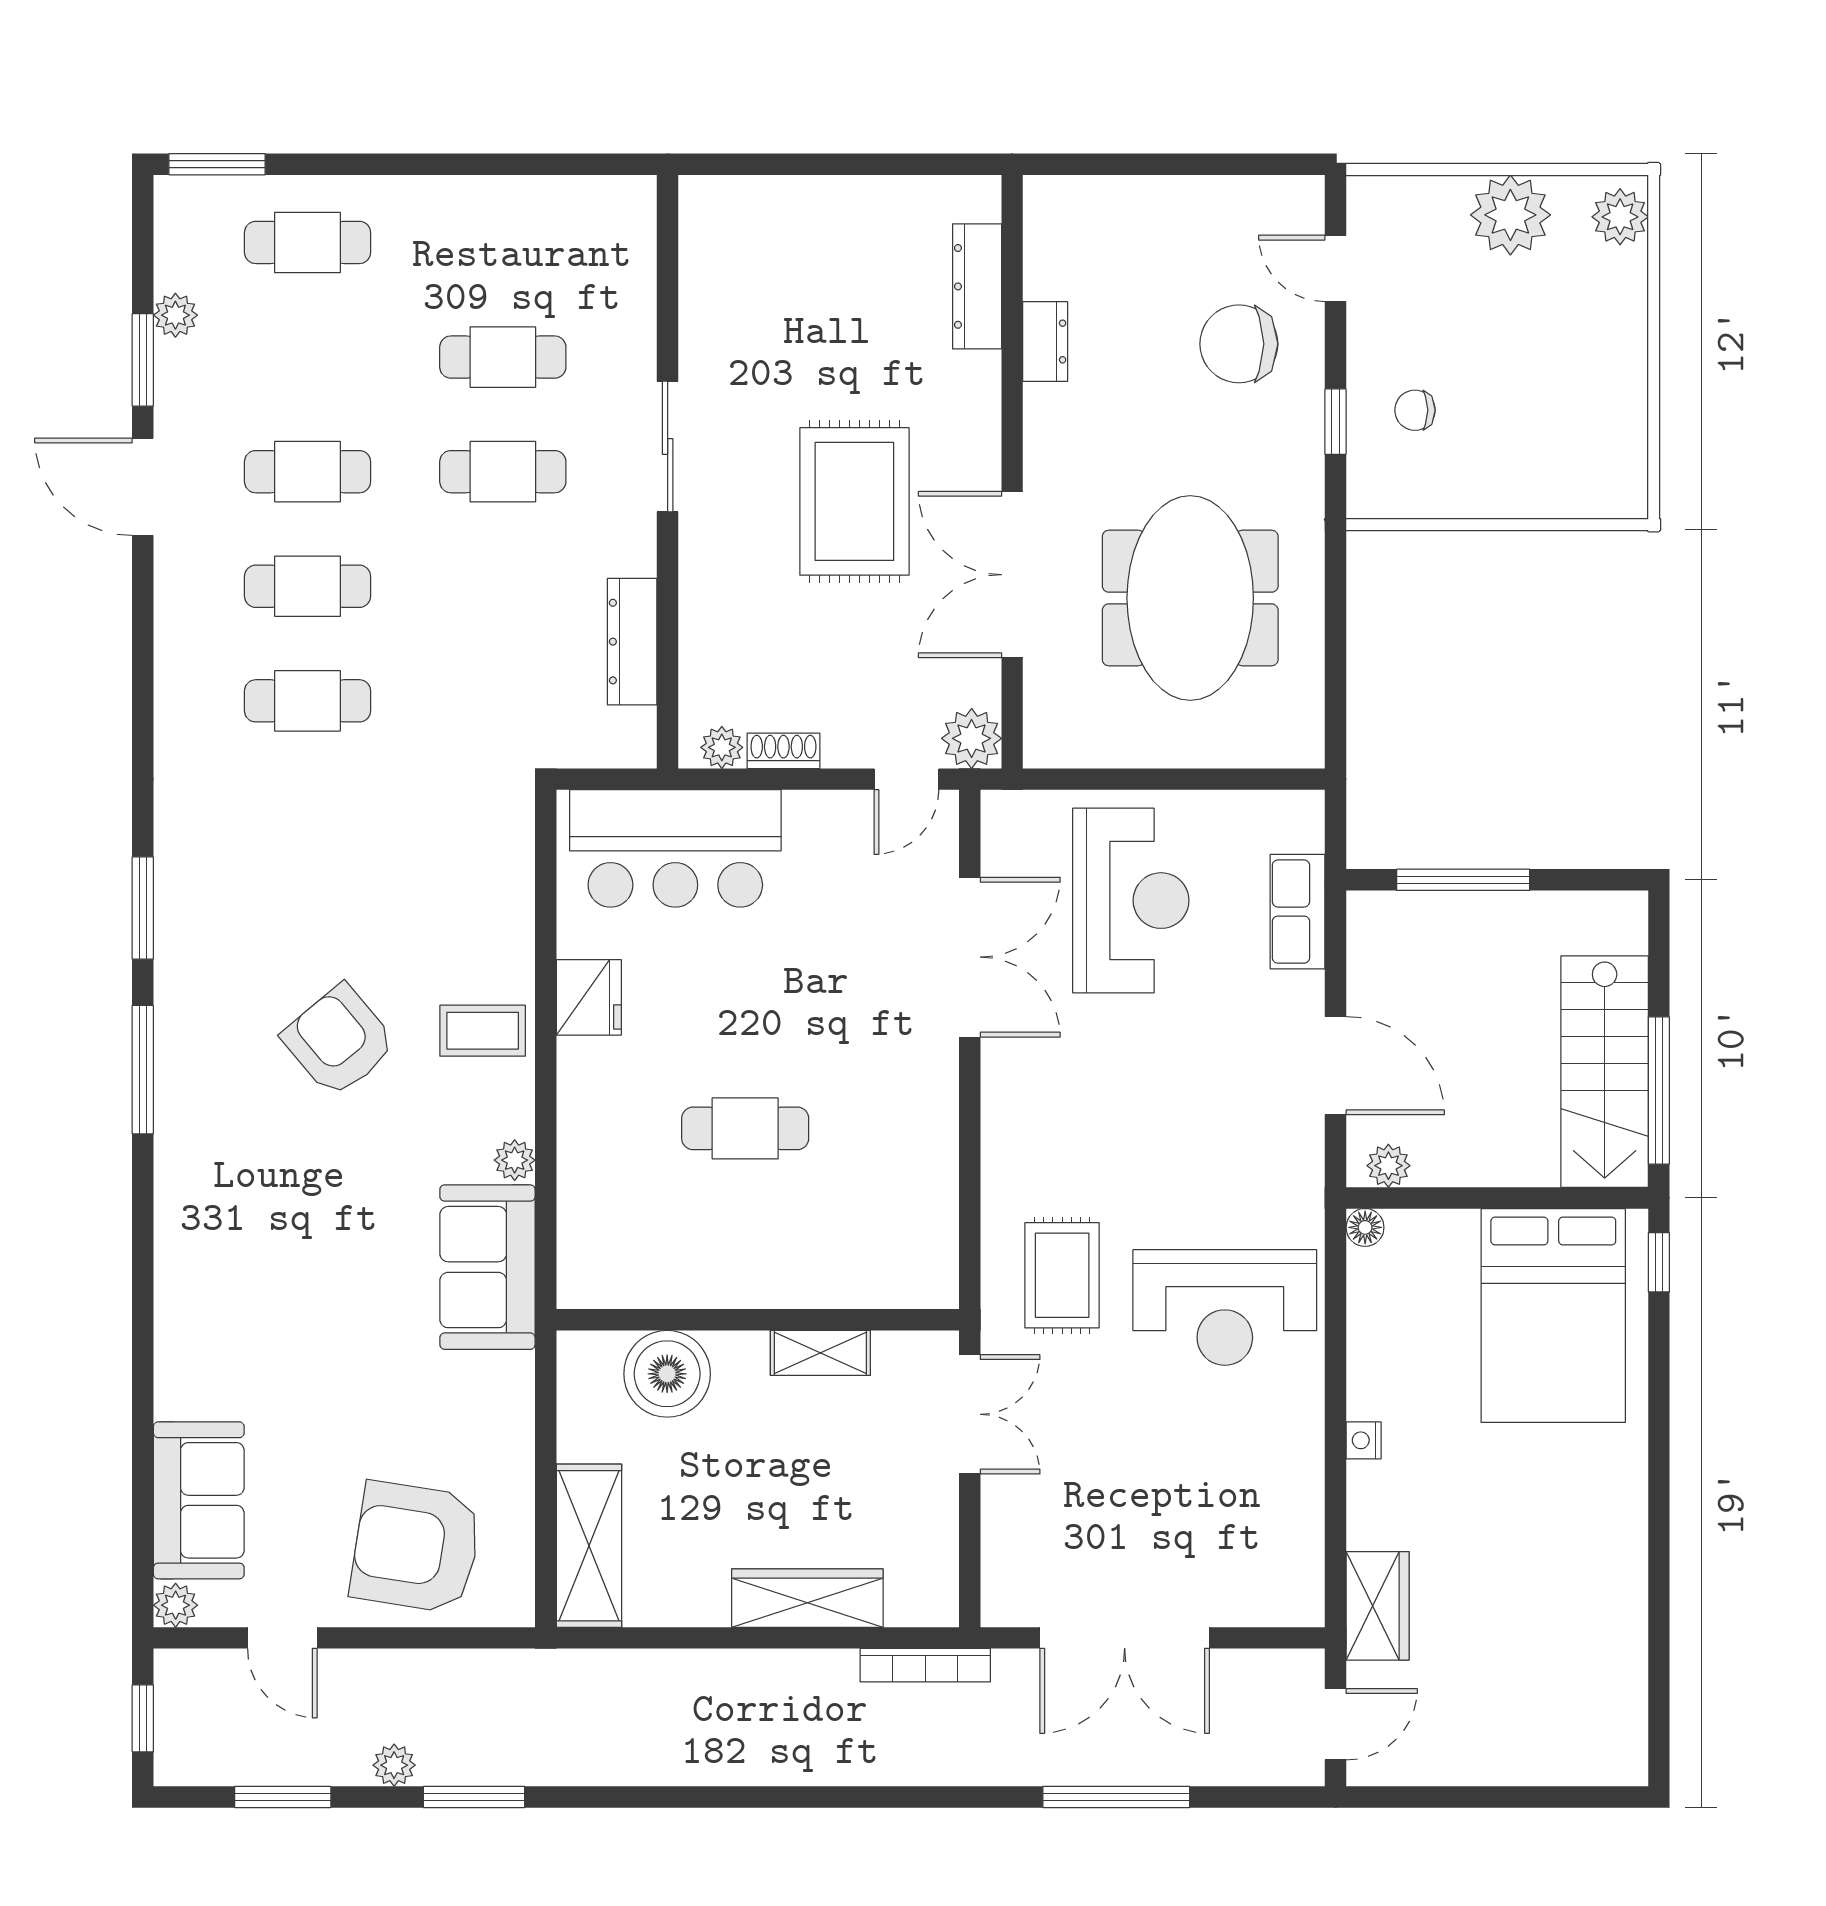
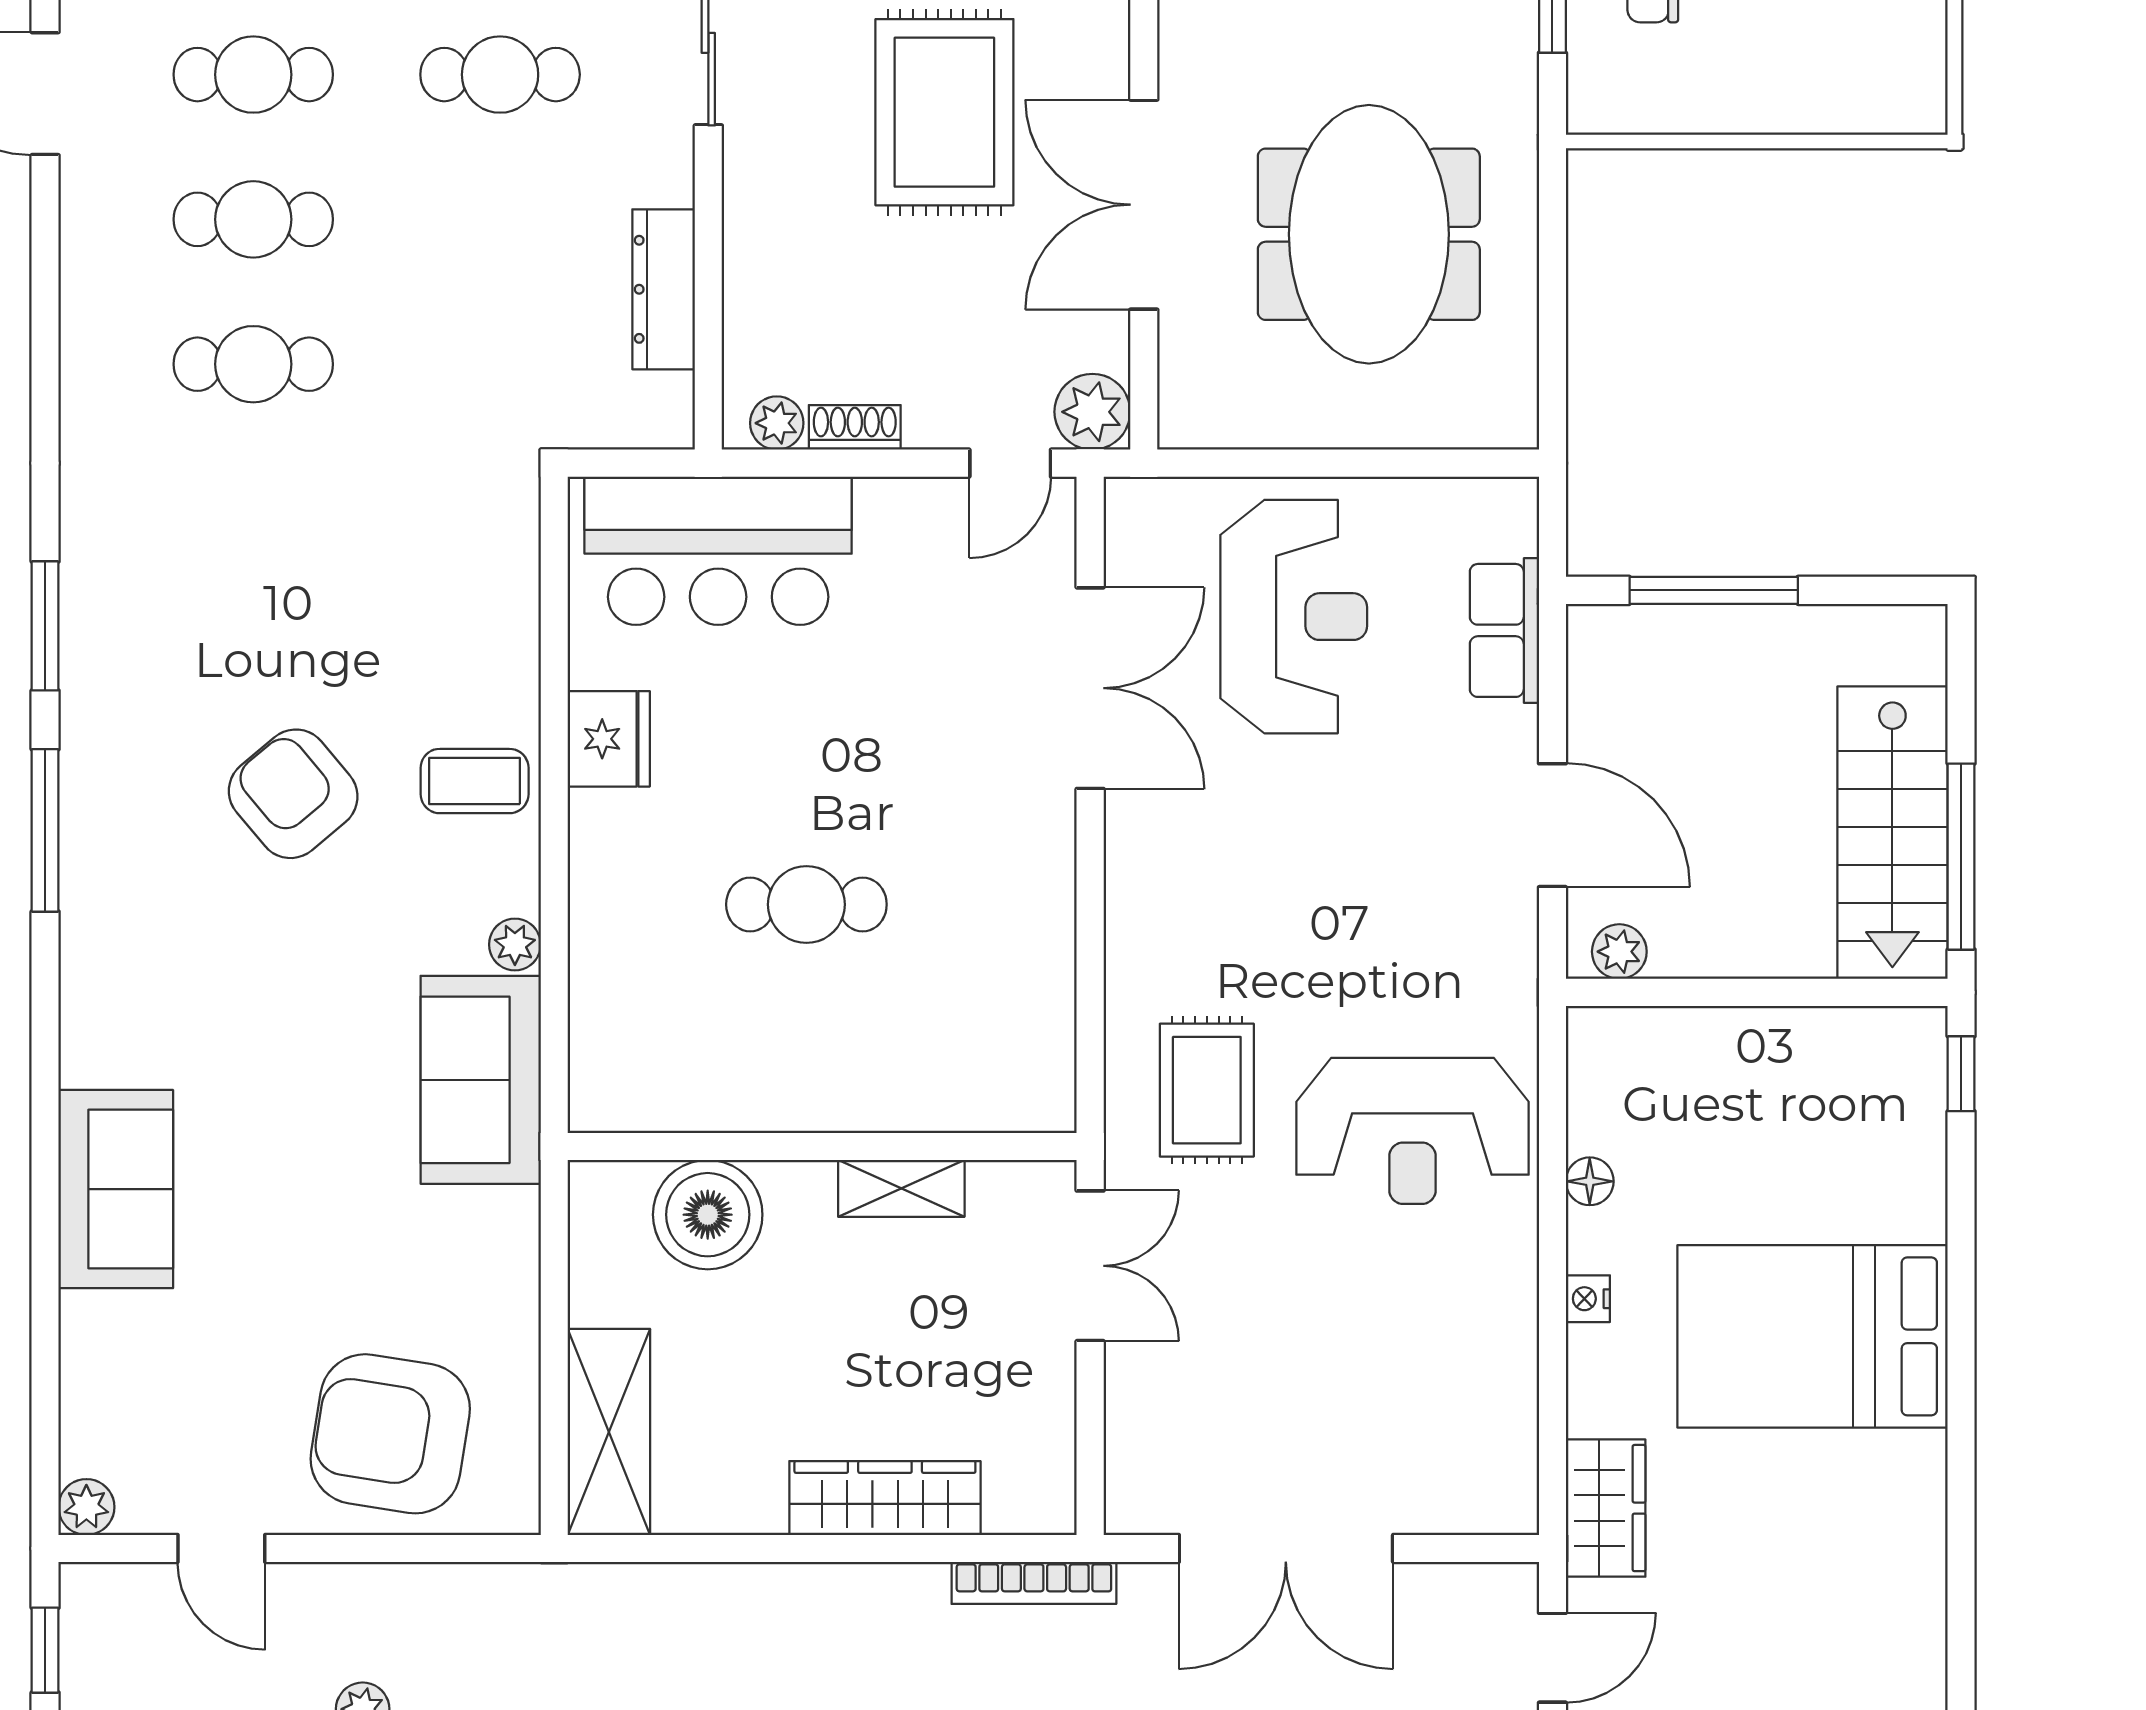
floor lamp: (1365, 1227) -> (1590, 1181), moved
bed: (1553, 1315) -> (1812, 1336), moved, turned 90
sofa: (199, 1500) -> (116, 1189), moved

